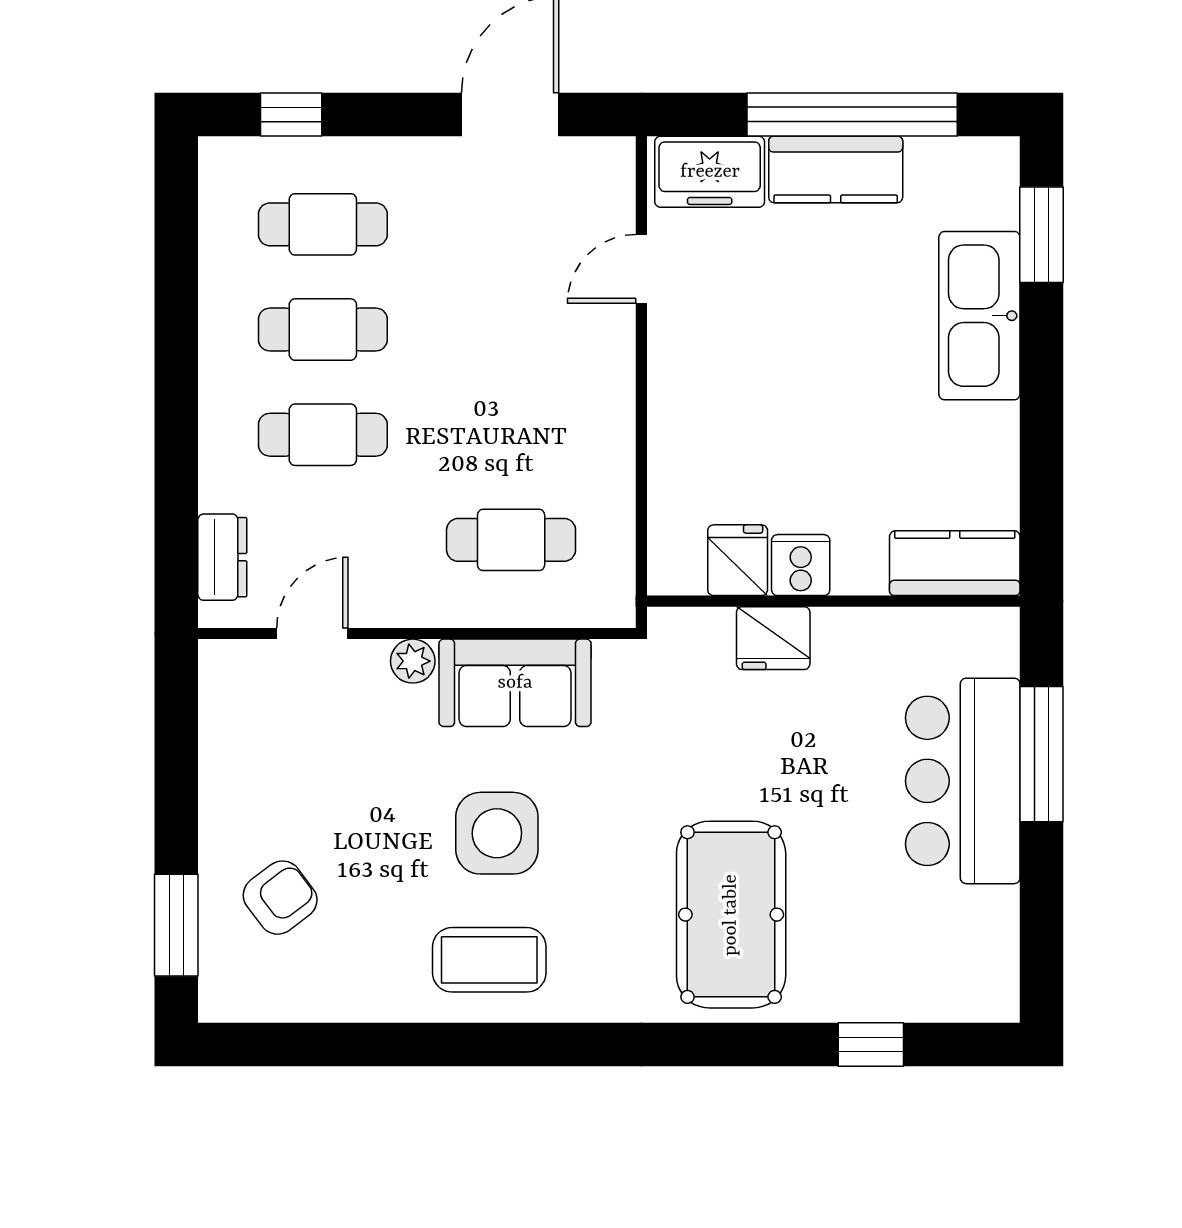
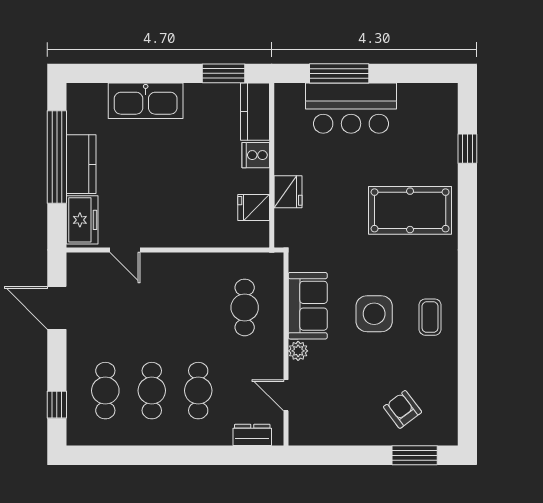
window: (1042, 235) -> (223, 73), moved
cooker: (801, 565) -> (256, 155), moved
coffee table: (489, 960) -> (430, 317), width x0.73, depth x0.77

